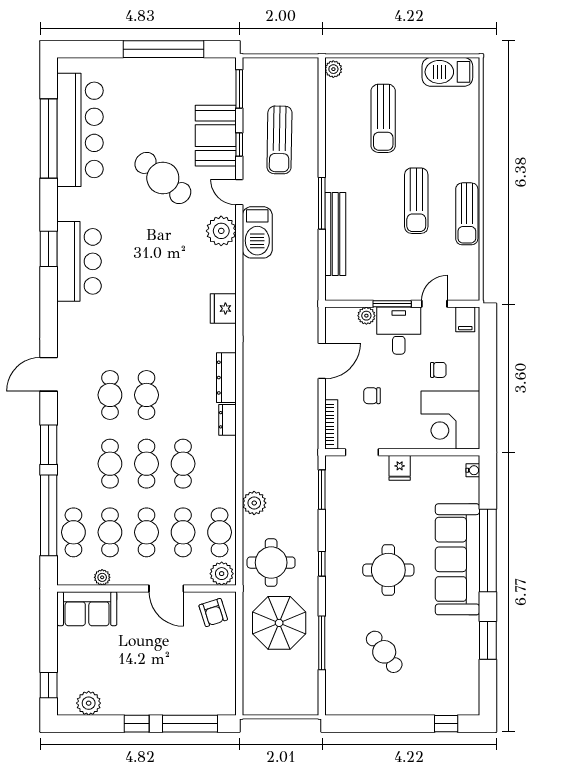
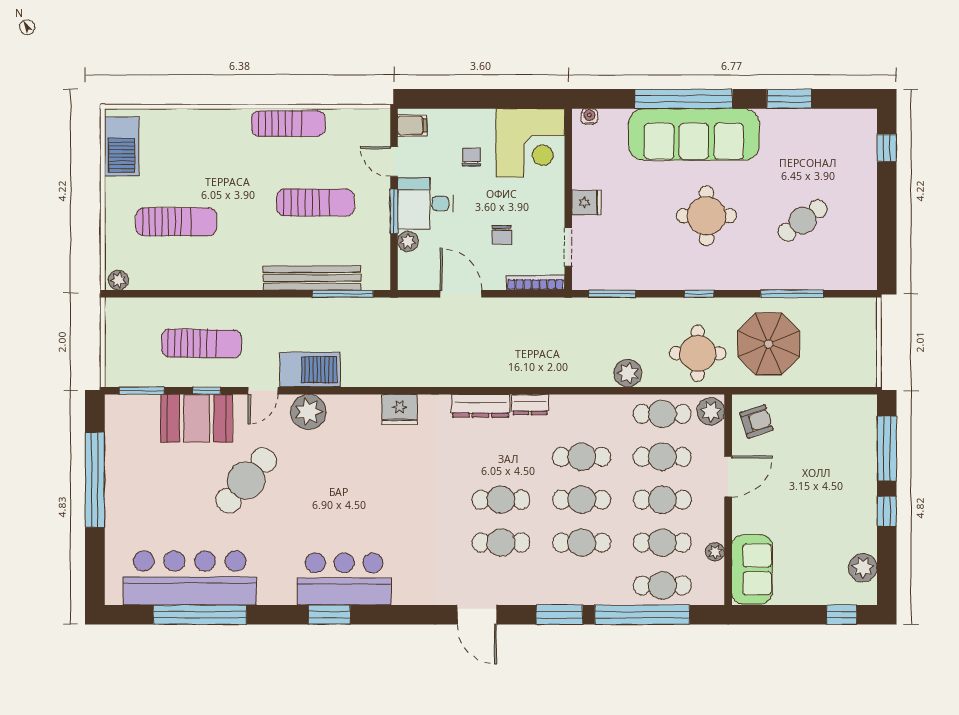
sun lounger: (416, 201) -> (315, 203), moved
window: (322, 203) -> (343, 294), moved

